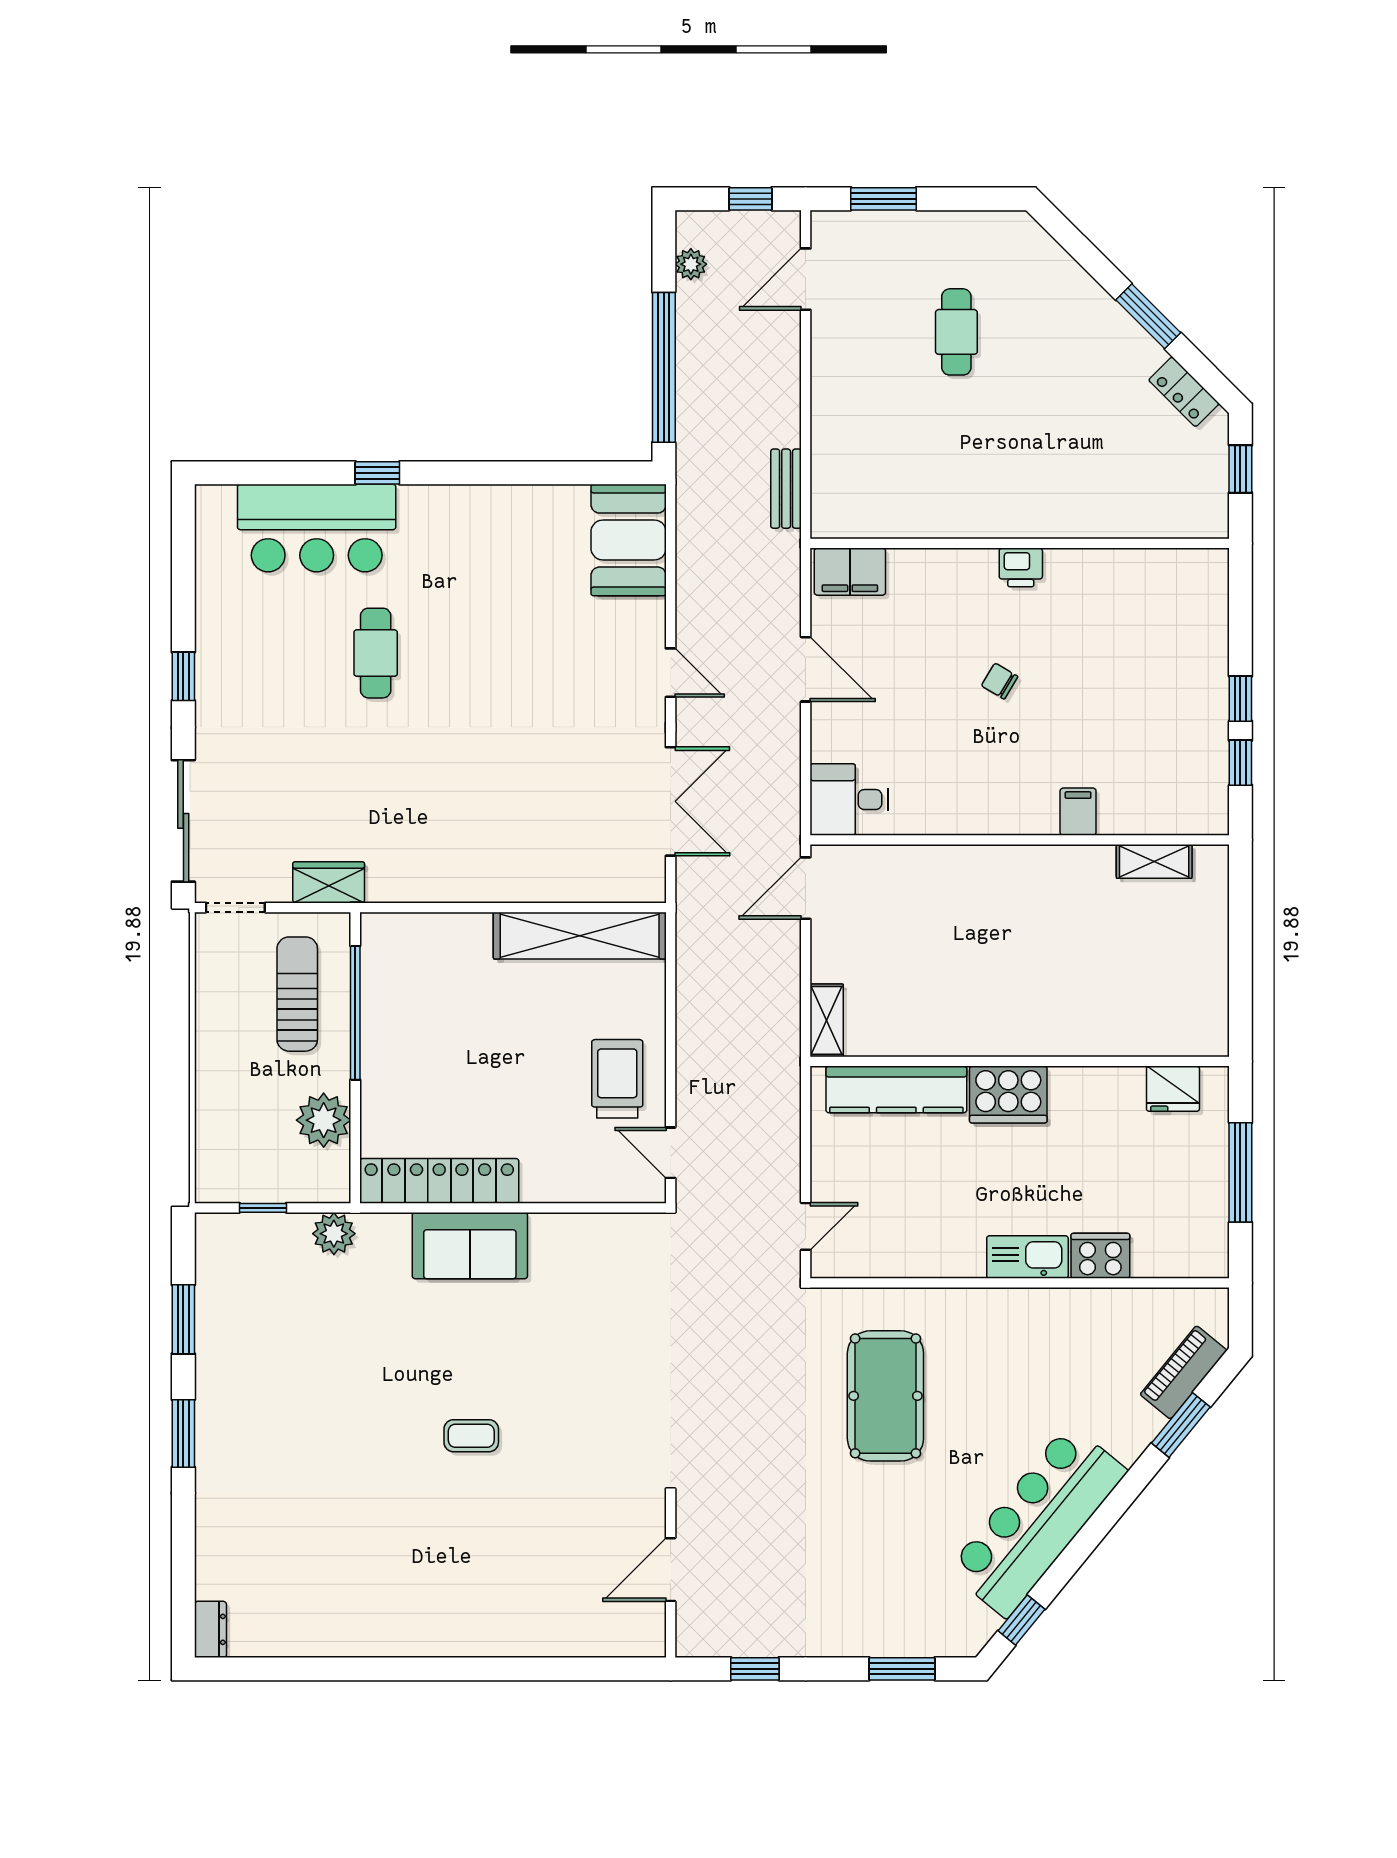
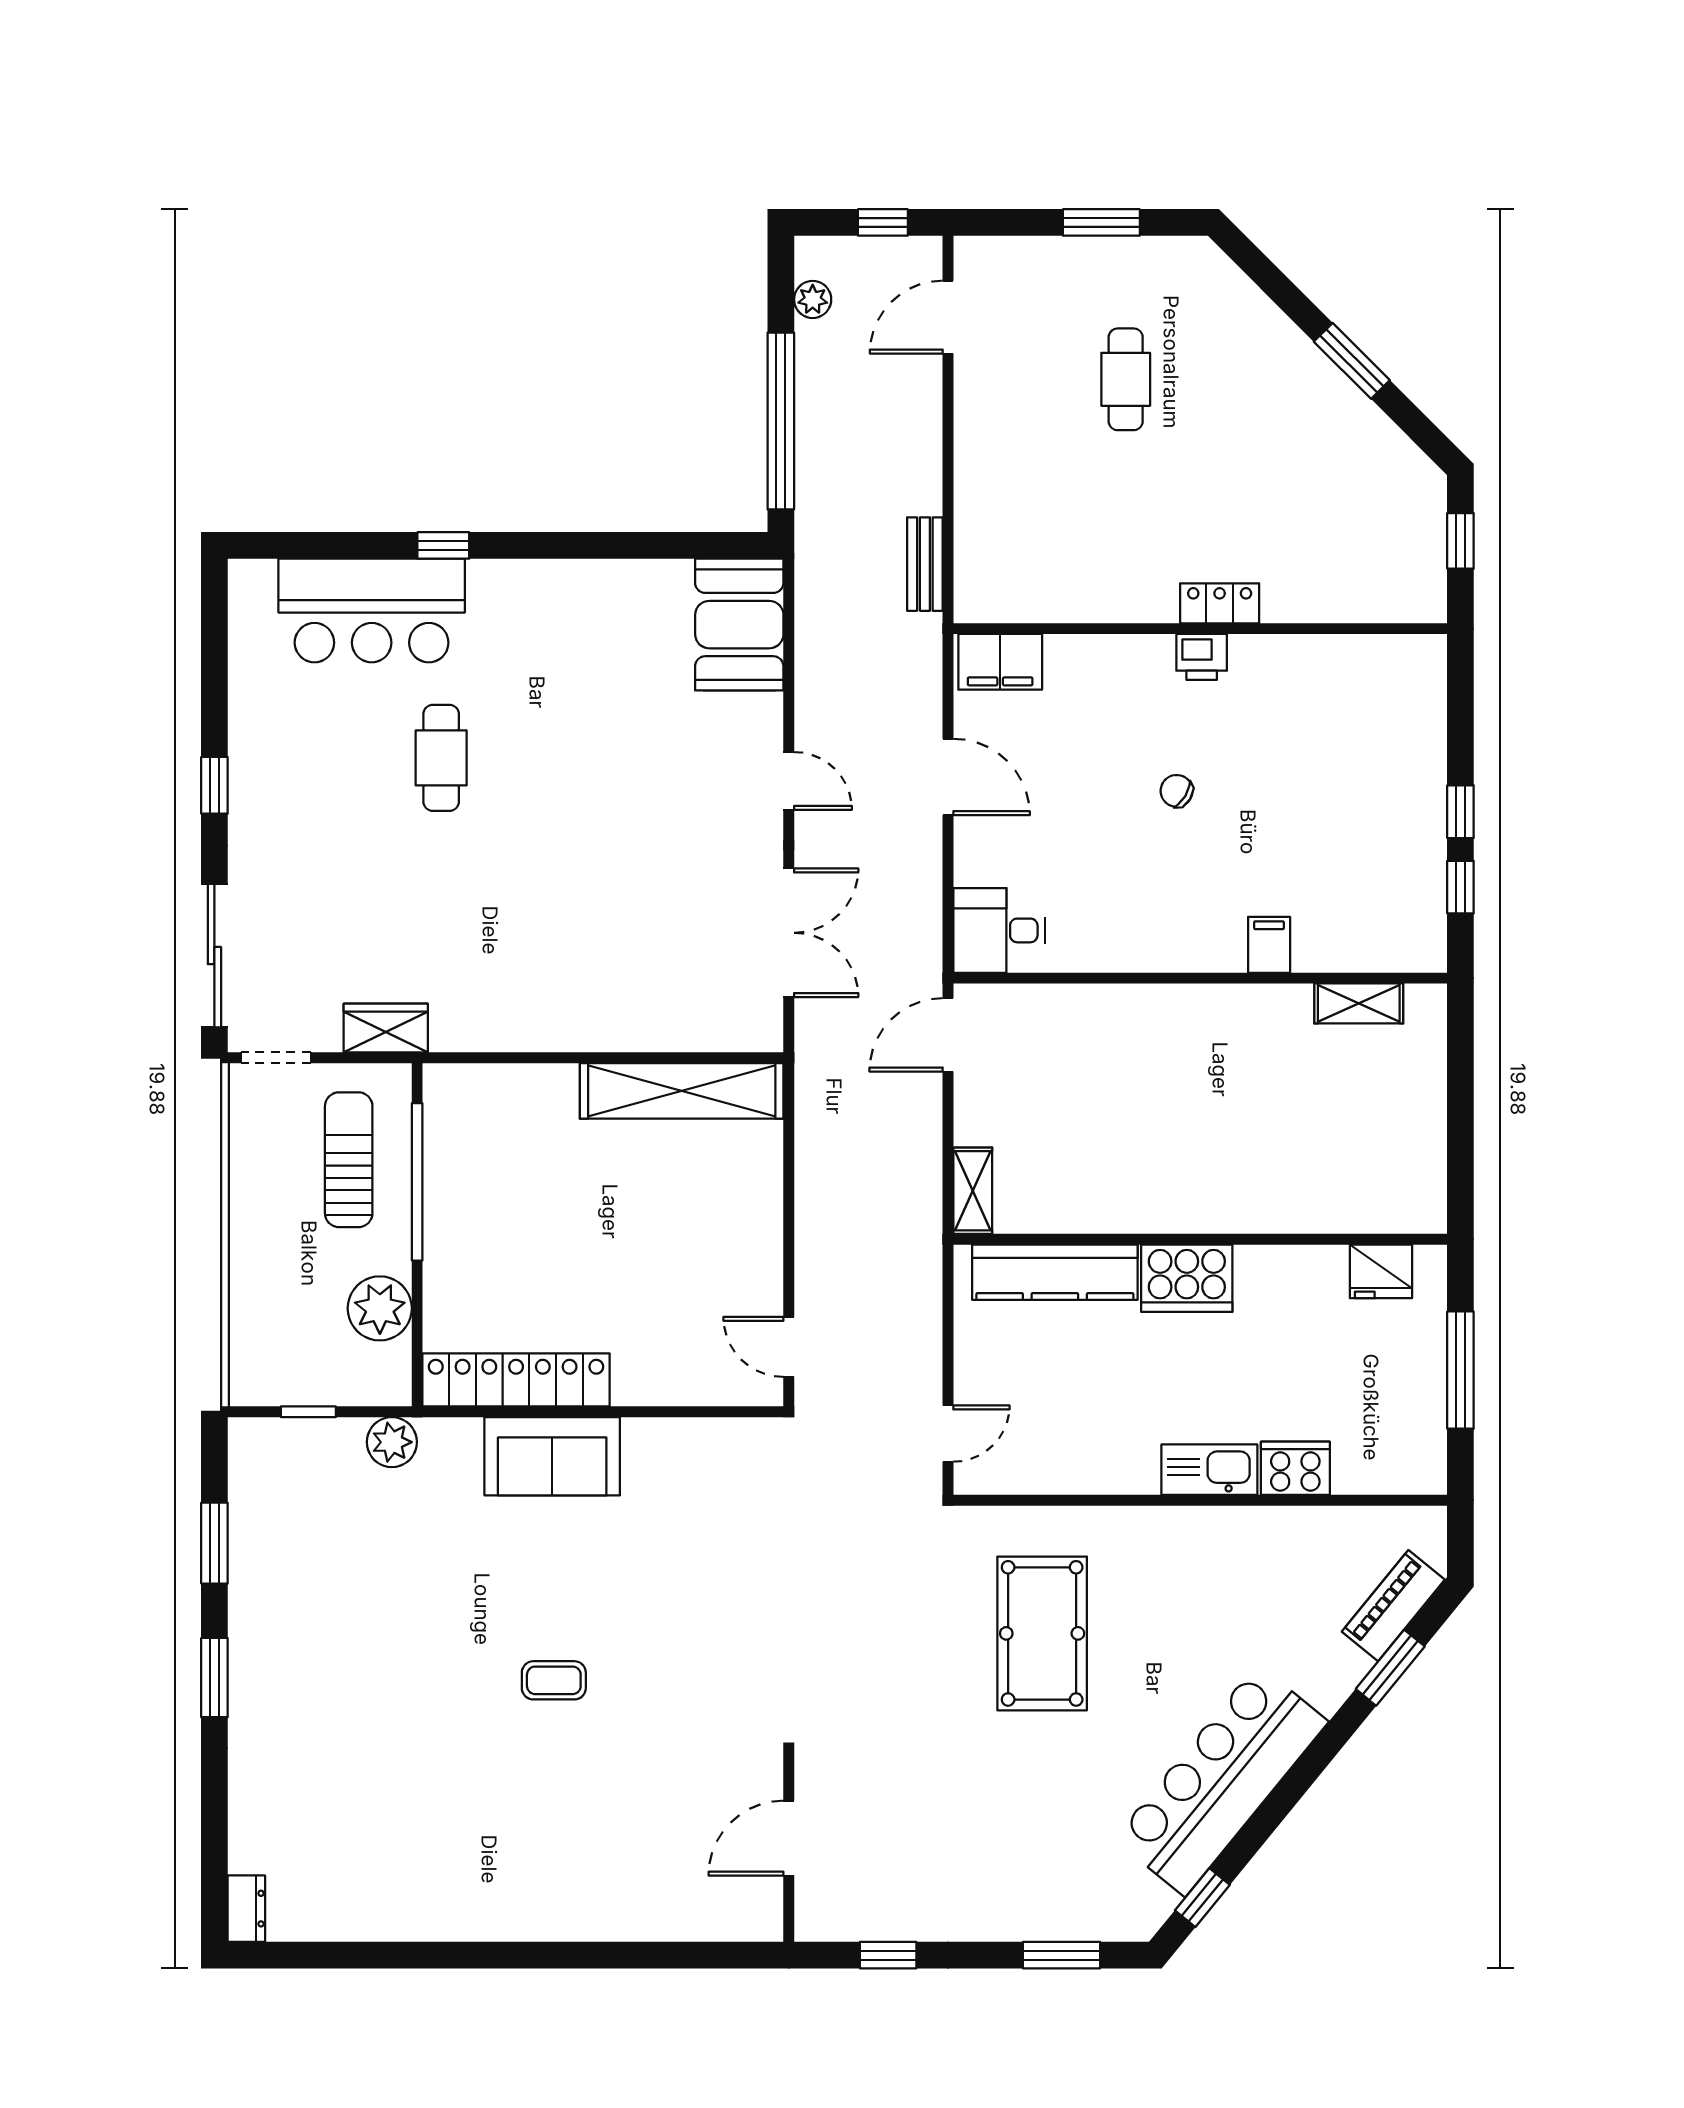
window: (884, 199) -> (1101, 222), moved
locker: (1184, 392) -> (1220, 603), moved, turned 135
trolley: (617, 1079) -> (726, 1260), removed

